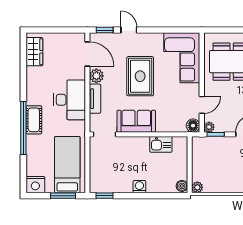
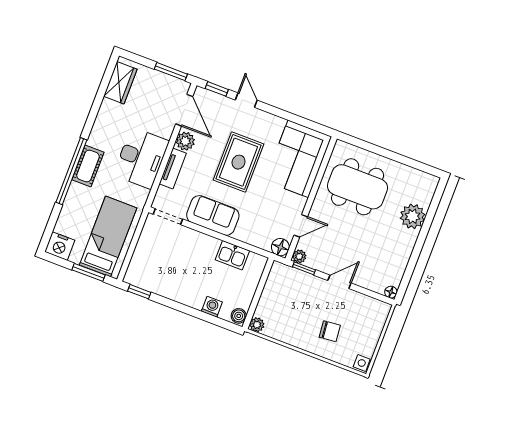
window: (67, 30) -> (171, 72), added
washing machine: (139, 187) -> (212, 307), moved

